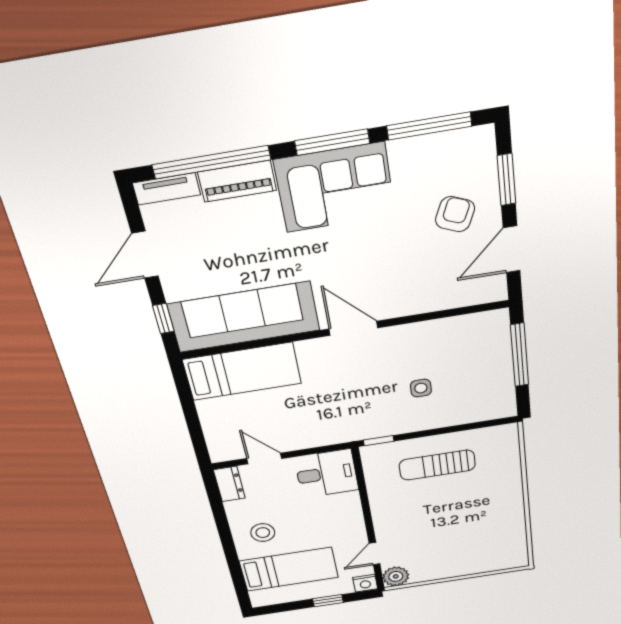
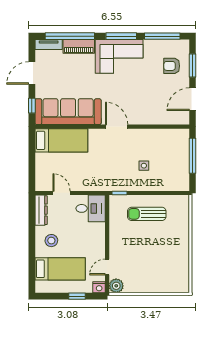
armchair: (455, 214) -> (172, 66), moved, turned -113
dresser: (229, 484) -> (41, 210), width x1.44

